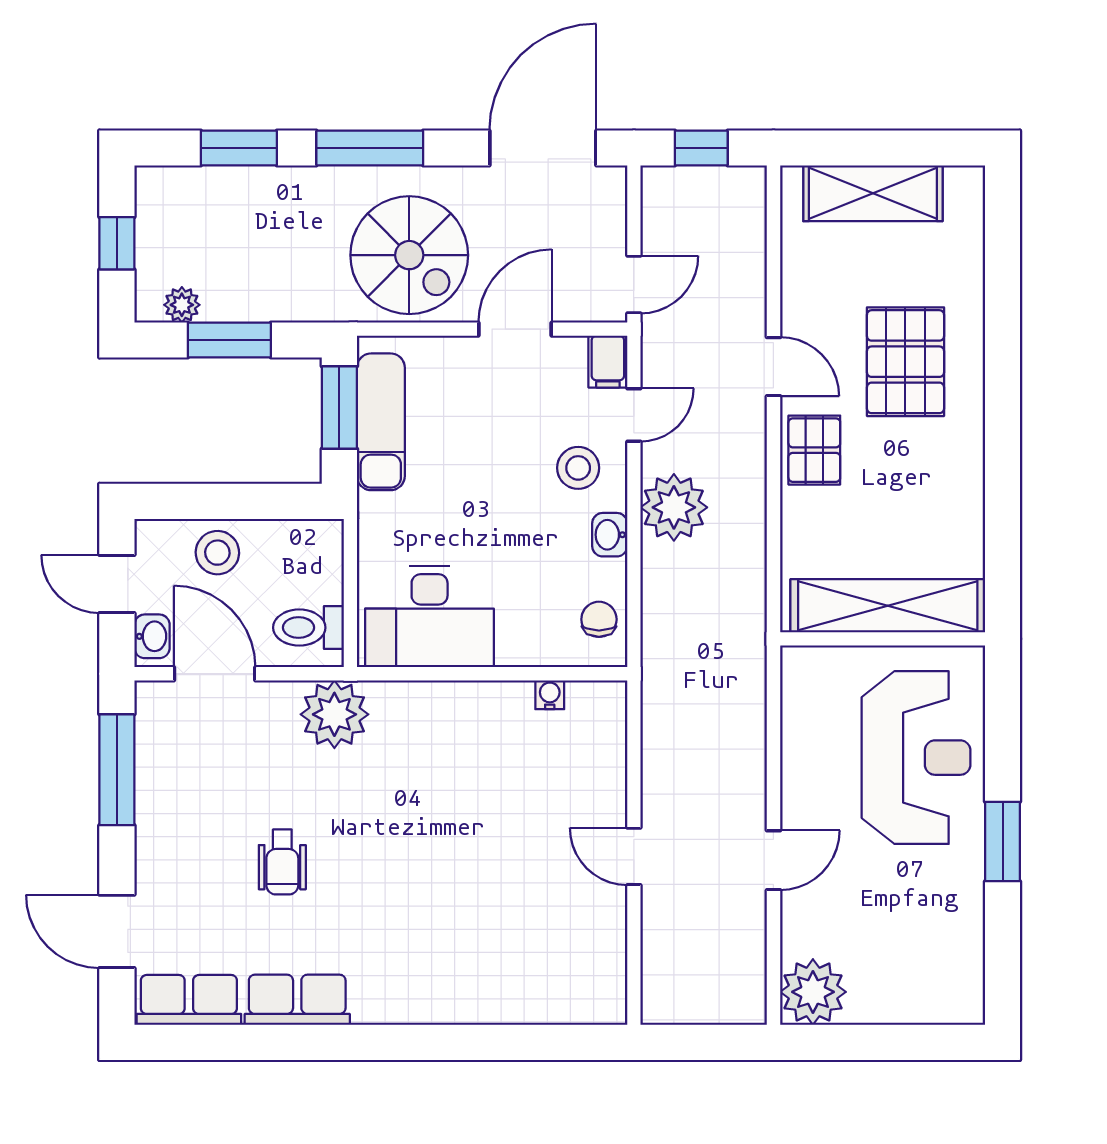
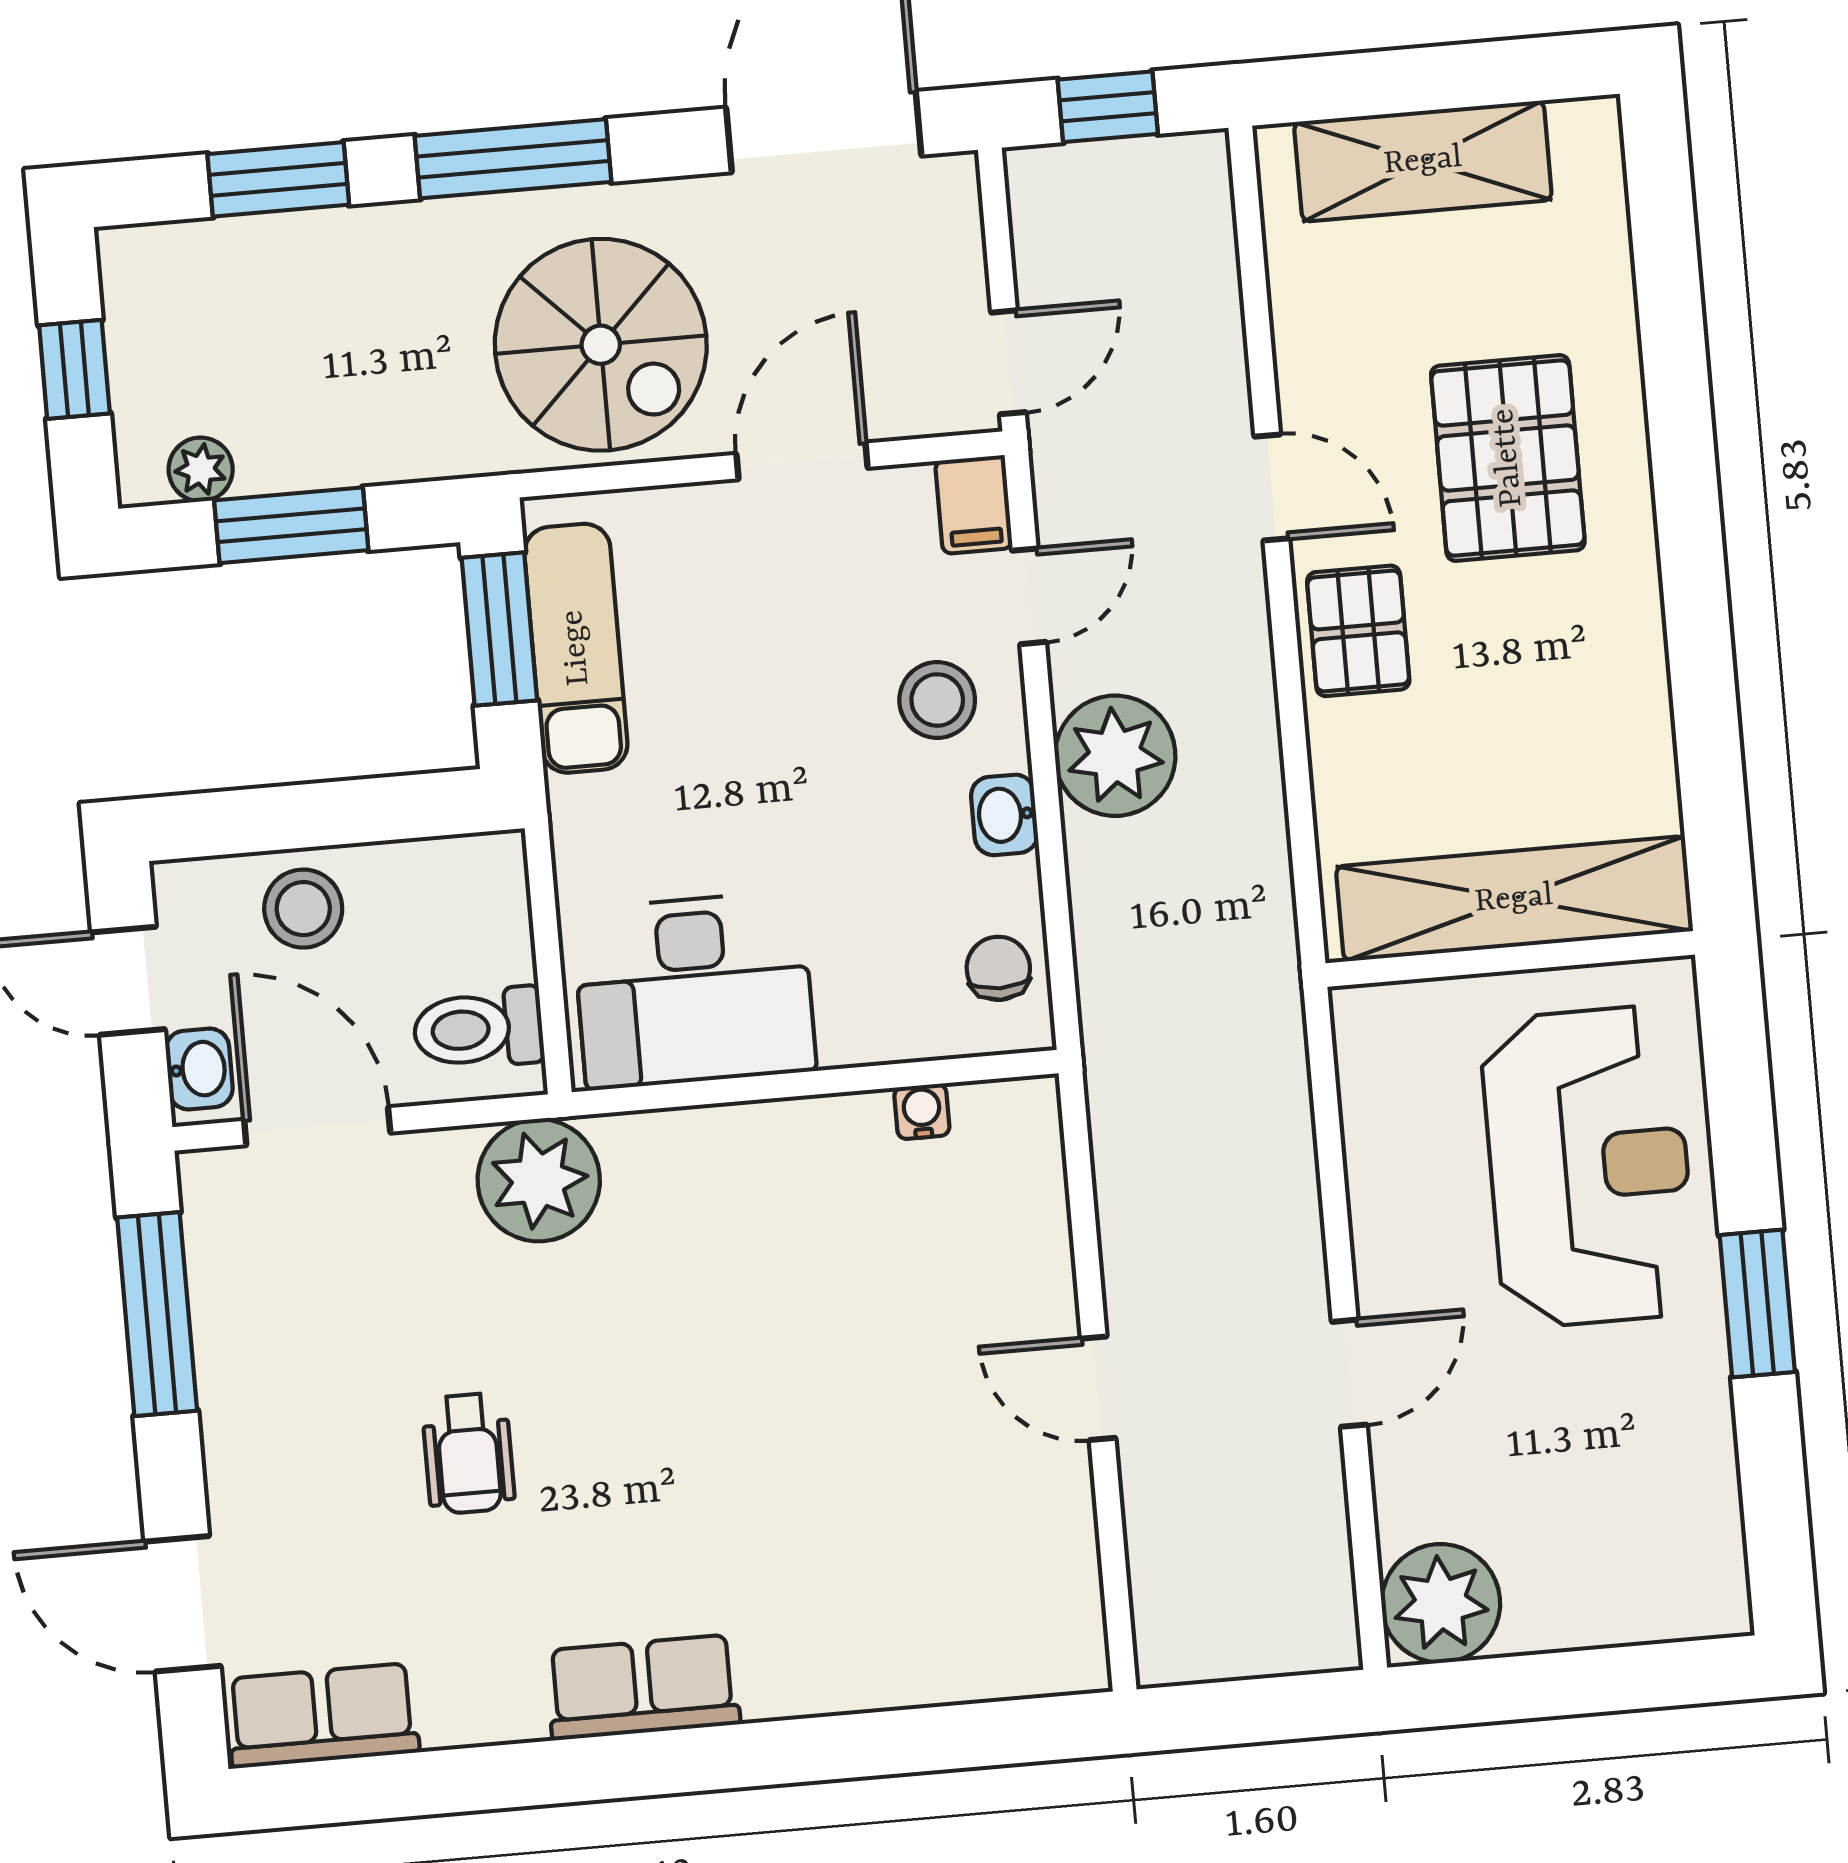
row of seats: (297, 1000) -> (643, 1687), moved

